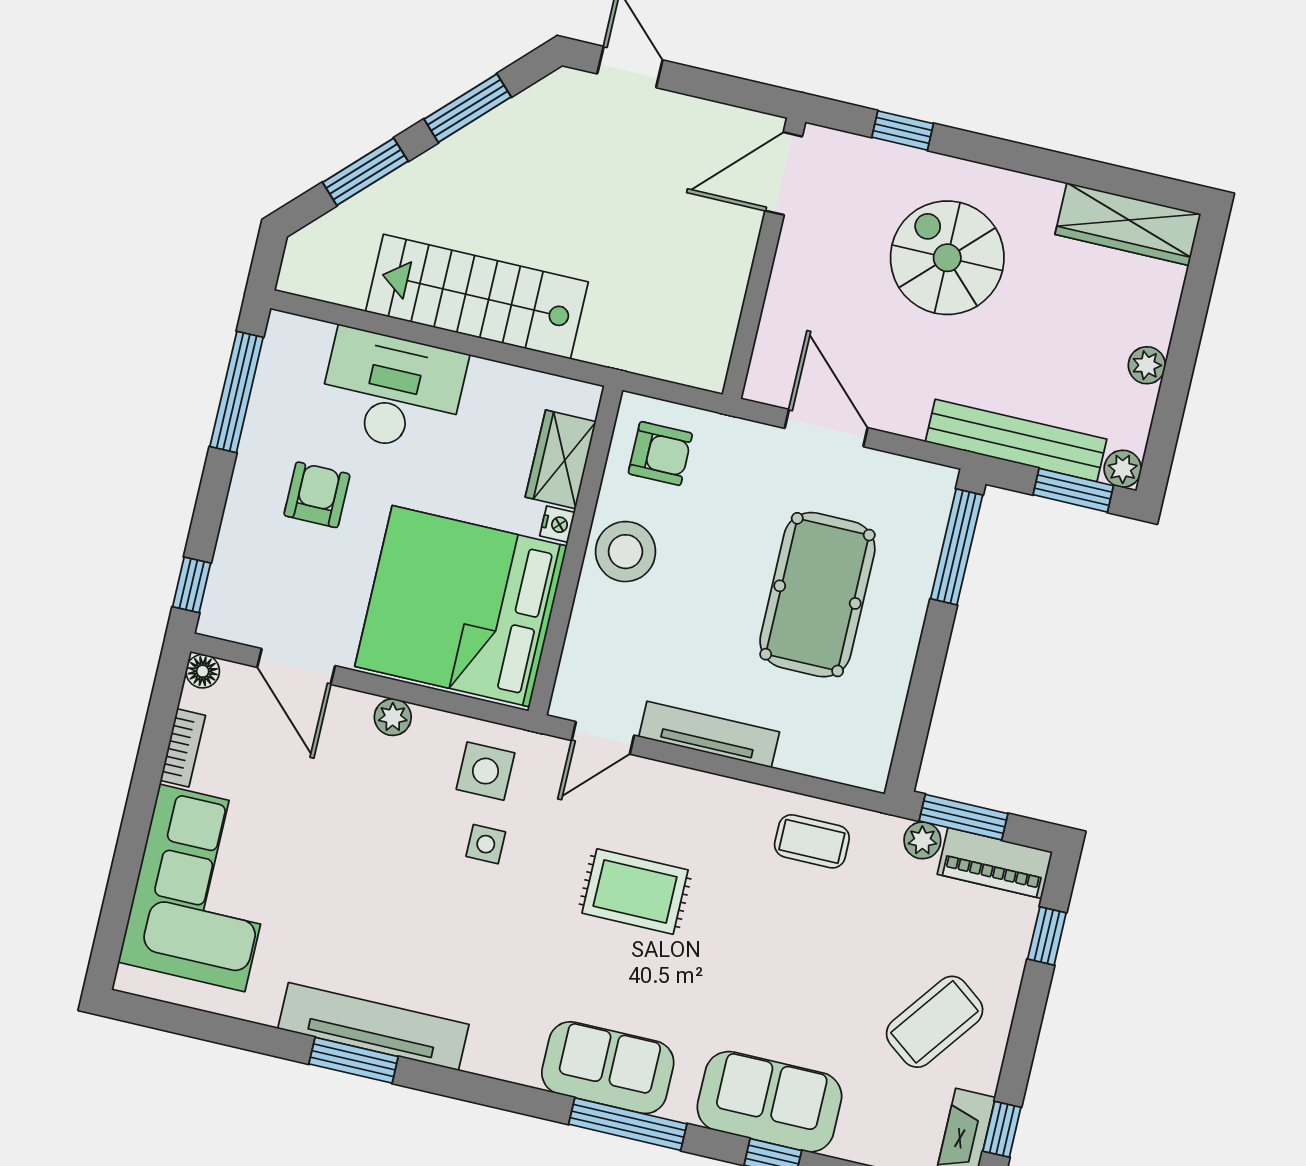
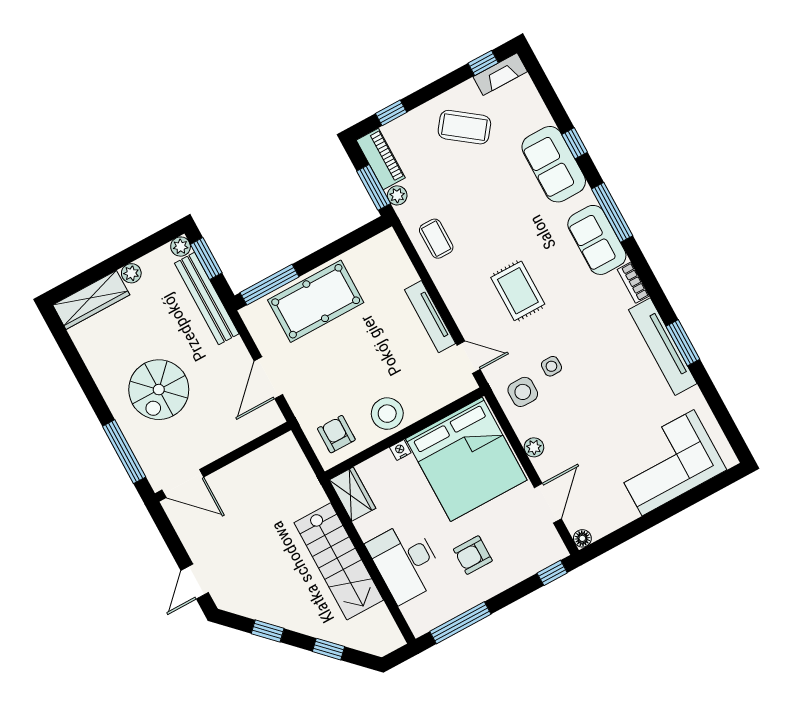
window: (468, 108) -> (268, 631), width x0.67
window: (903, 130) -> (124, 452), width x2.17
window: (365, 172) -> (329, 649), width x0.67
wardrobe: (1128, 224) -> (91, 300), moved, turned 90
wardrobe: (561, 459) -> (352, 494), moved, turned -90
pool table: (817, 595) -> (316, 301), moved
bookcase: (183, 748) -> (633, 283), moved, turned -90

